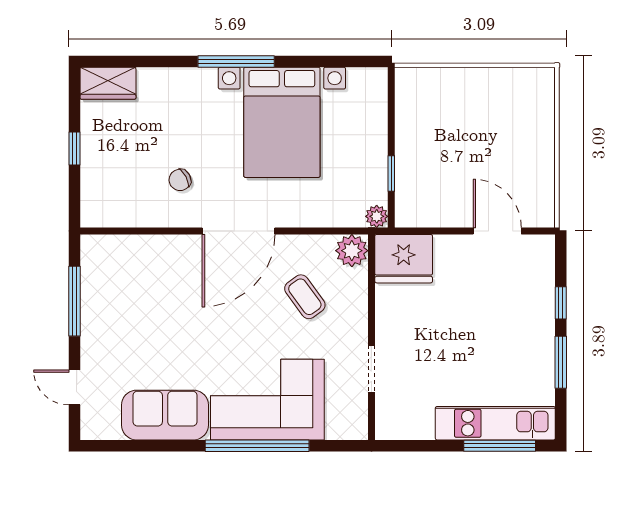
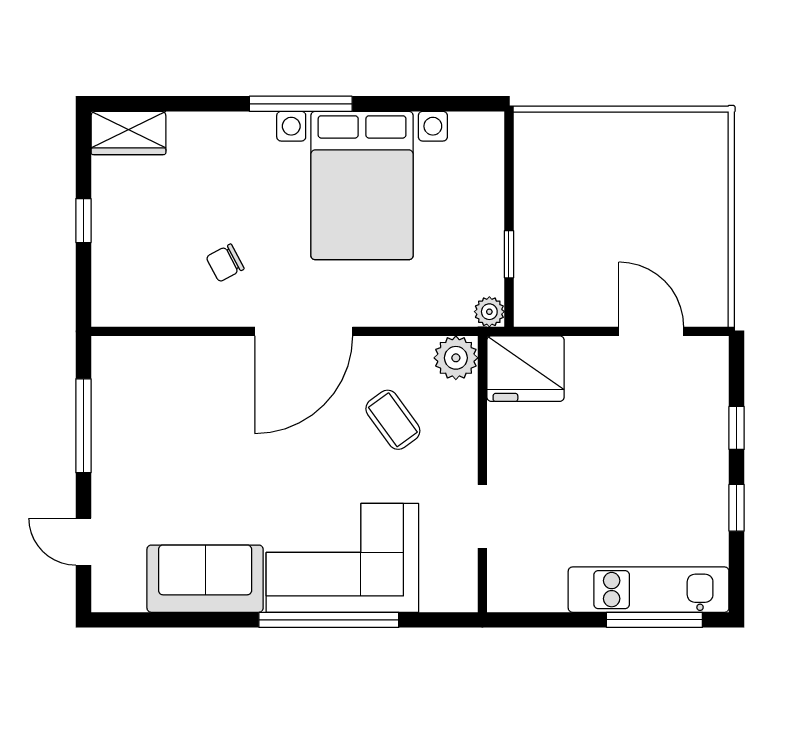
window: (561, 362) -> (737, 508), width x0.67

